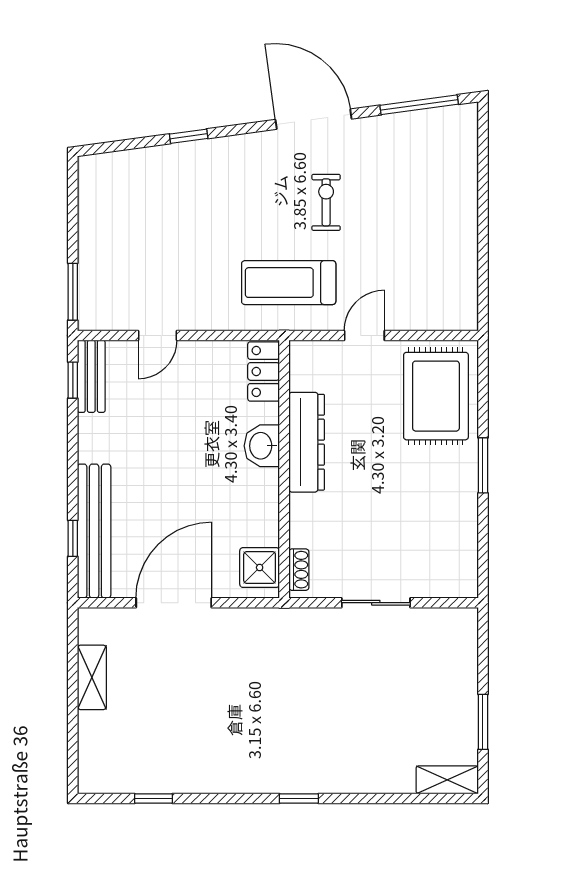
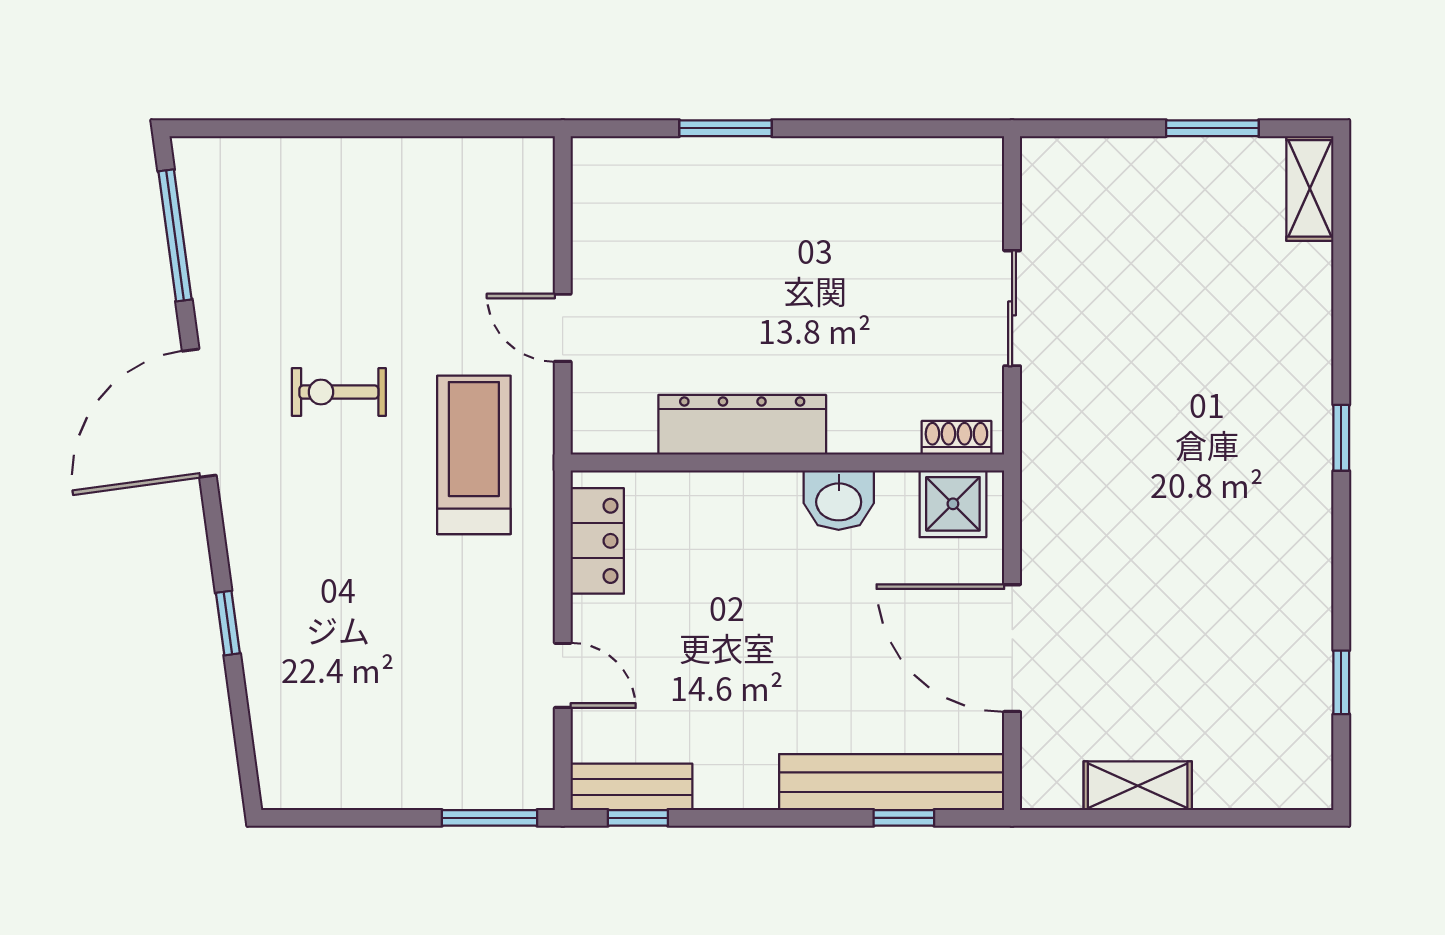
treadmill: (289, 283) -> (474, 455), turned 180
locker: (264, 371) -> (597, 541), moved, turned -90
rug: (436, 396) -> (665, 207), removed
washbasin: (262, 446) -> (839, 500), moved
window: (483, 465) -> (726, 128), moved

